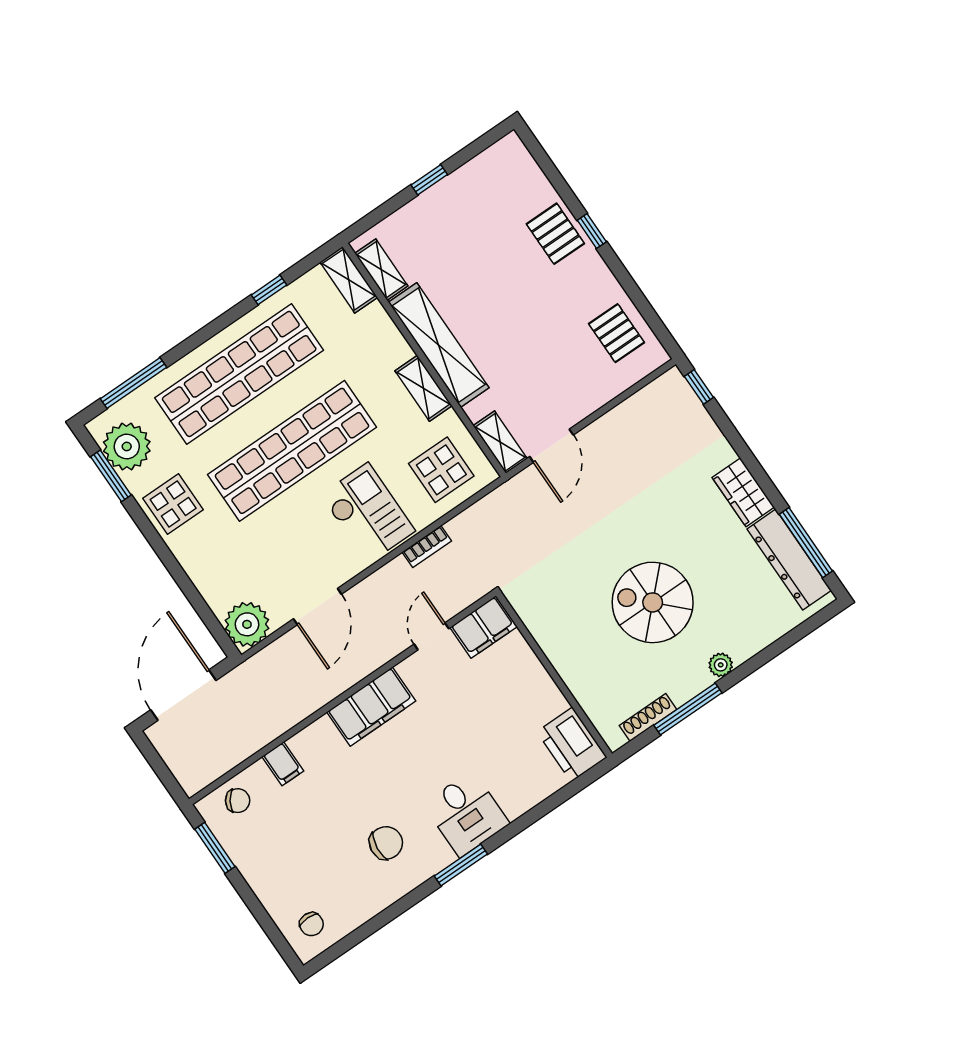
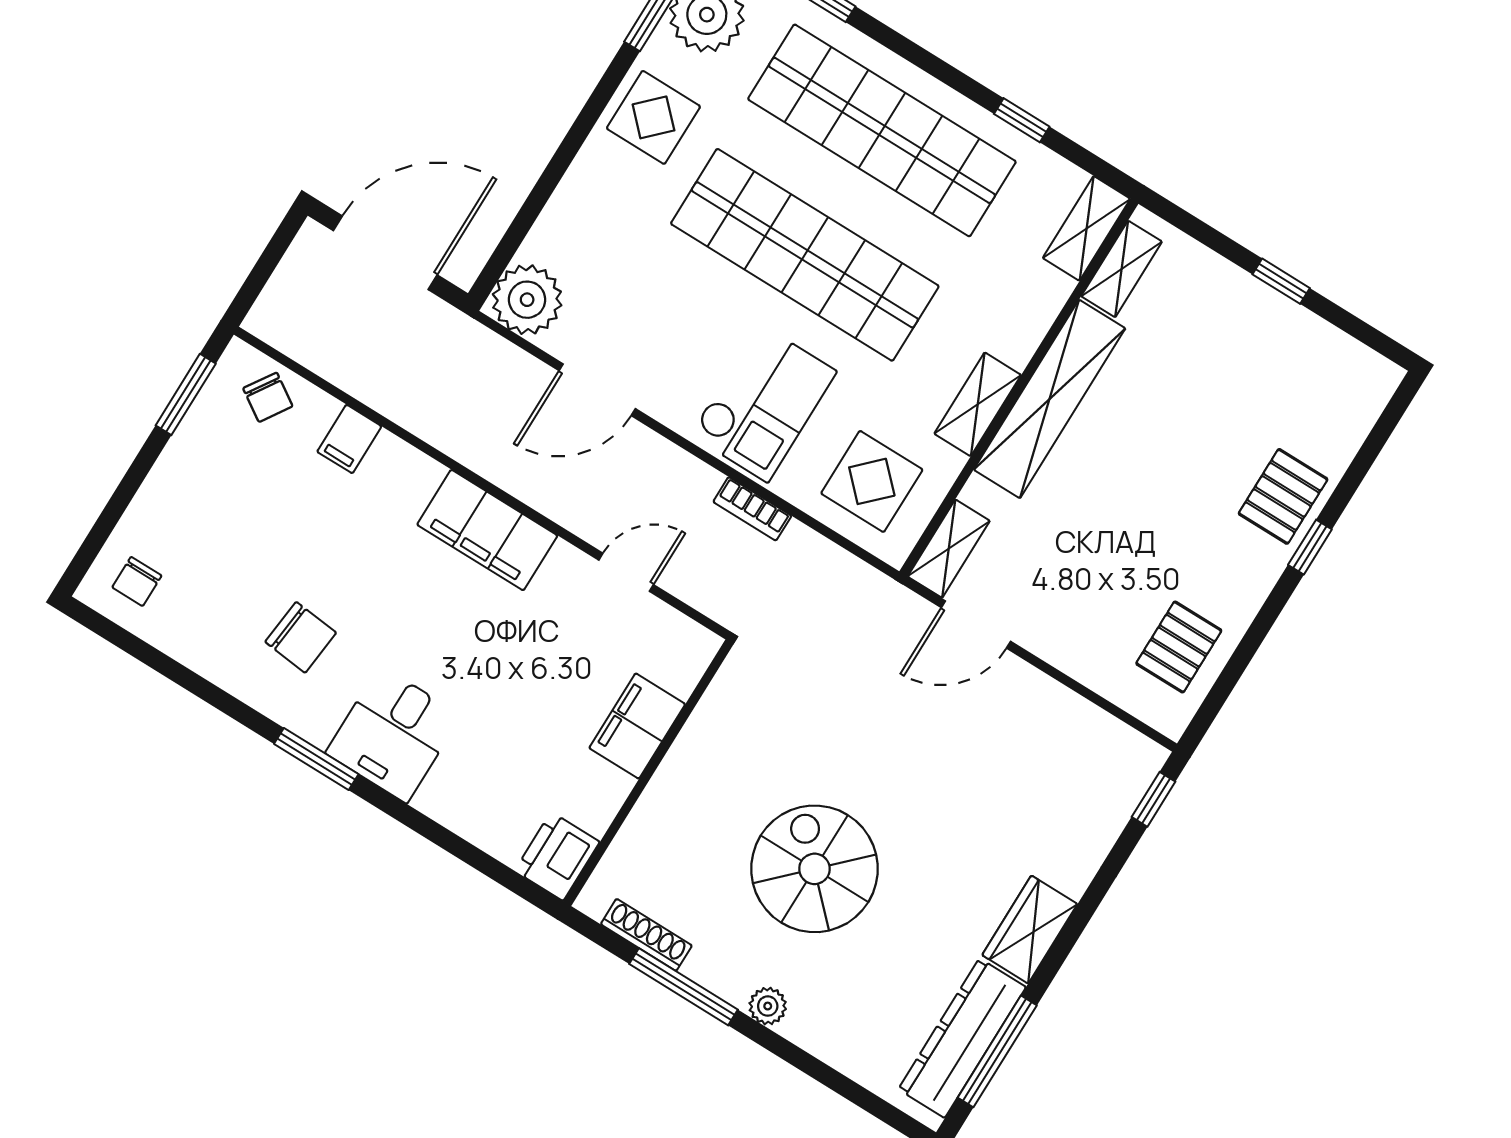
filing cabinet: (483, 627) -> (637, 726), moved, turned 90
printer: (572, 745) -> (557, 856), width x0.73, depth x0.84

